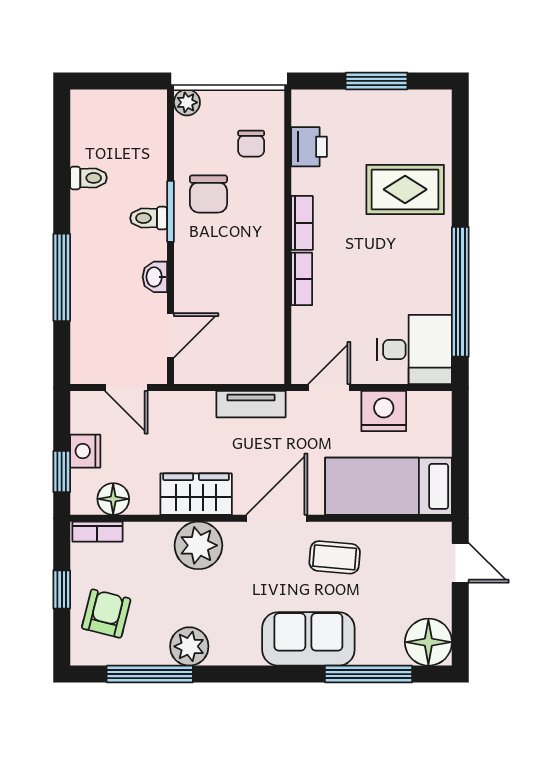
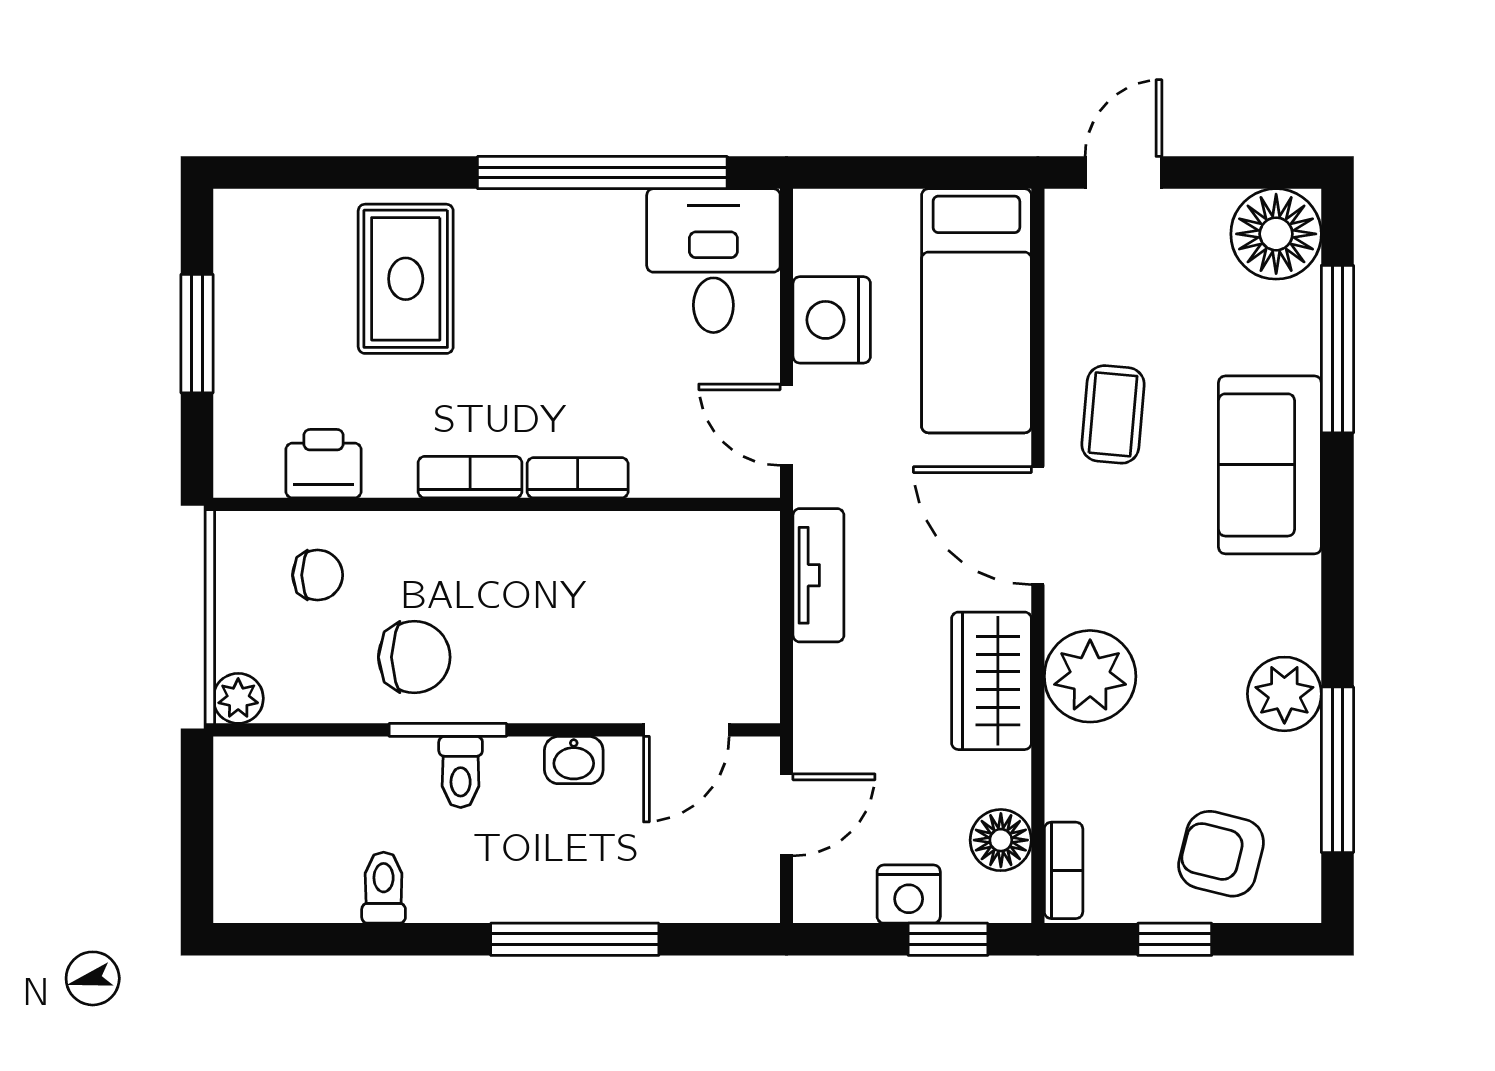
door: (171, 335) -> (686, 730), swing flipped

